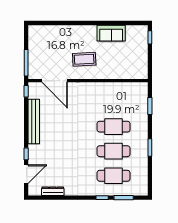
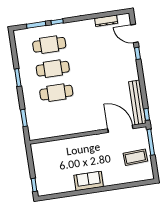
sofa: (111, 33) -> (89, 181), moved
coffee table: (84, 59) -> (135, 157), moved
bench: (34, 122) -> (137, 102), moved
door: (26, 174) -> (135, 34), hinge flipped

